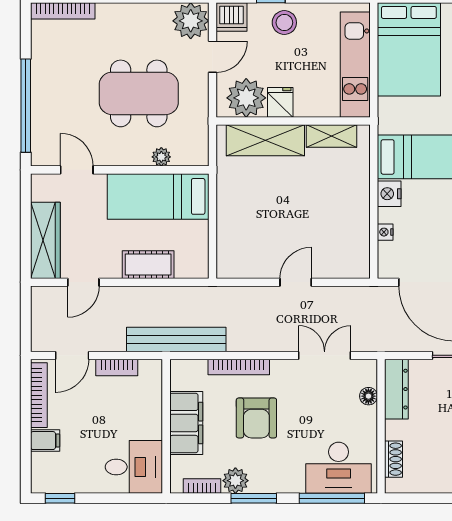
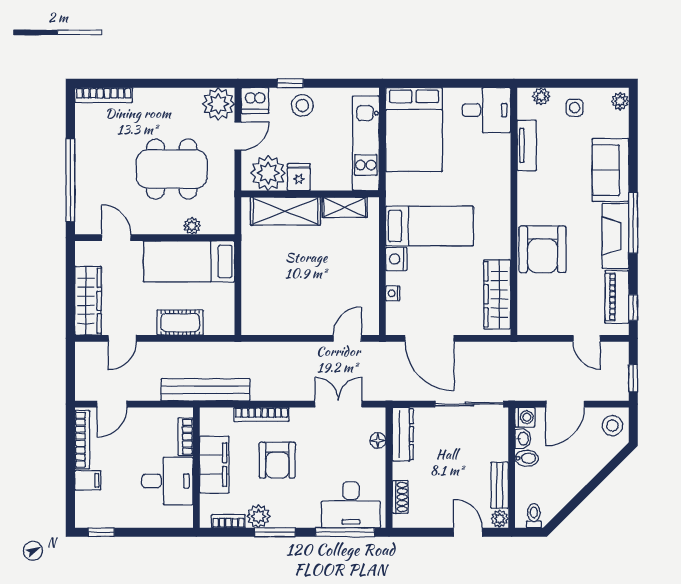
door: (296, 282) -> (347, 338), moved
bookcase: (117, 367) -> (186, 437), moved, turned 90
desk: (134, 467) -> (167, 481), moved

